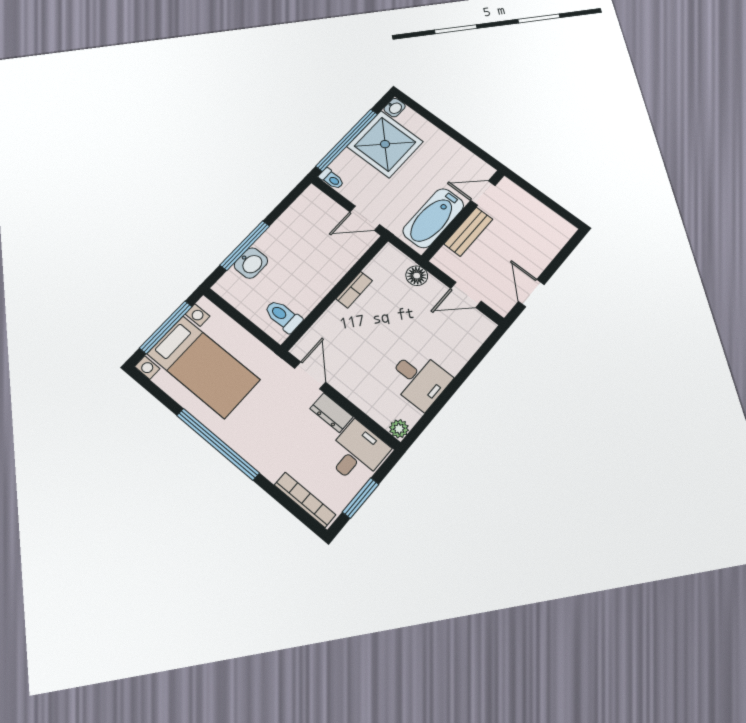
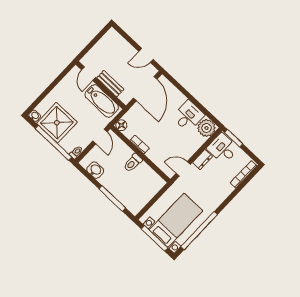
washbasin: (251, 263) -> (95, 170), moved
floor lamp: (417, 276) -> (121, 125), moved
door: (466, 295) -> (145, 89), width x1.88
toilet: (283, 316) -> (133, 163), moved
plant: (399, 429) -> (207, 128), width x1.87, depth x1.87
window: (218, 444) -> (199, 231), moved
window: (361, 498) -> (234, 138), moved

